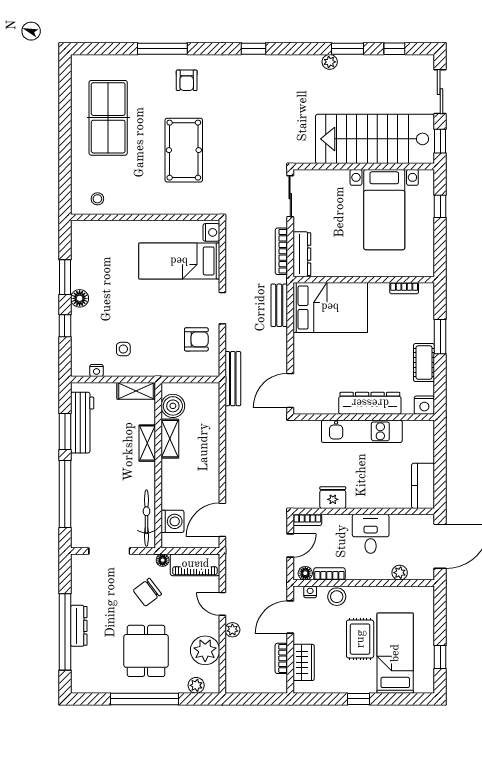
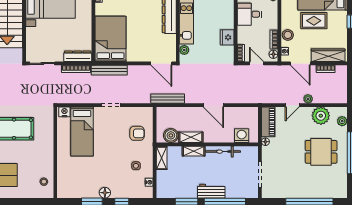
bench: (279, 305) -> (109, 70), width x1.36
armchair: (196, 339) -> (137, 133), moved, turned 90
bench: (233, 379) -> (168, 99), moved
workbench: (82, 423) -> (211, 191), moved, width x0.73
plant: (312, 428) -> (184, 50), added
bicycle: (146, 518) -> (223, 152), moved
door: (222, 520) -> (213, 105), moved
chair: (147, 592) -> (285, 151), removed
dresser: (79, 626) -> (306, 193), removed
wardrobe: (304, 662) -> (328, 55), width x1.50

